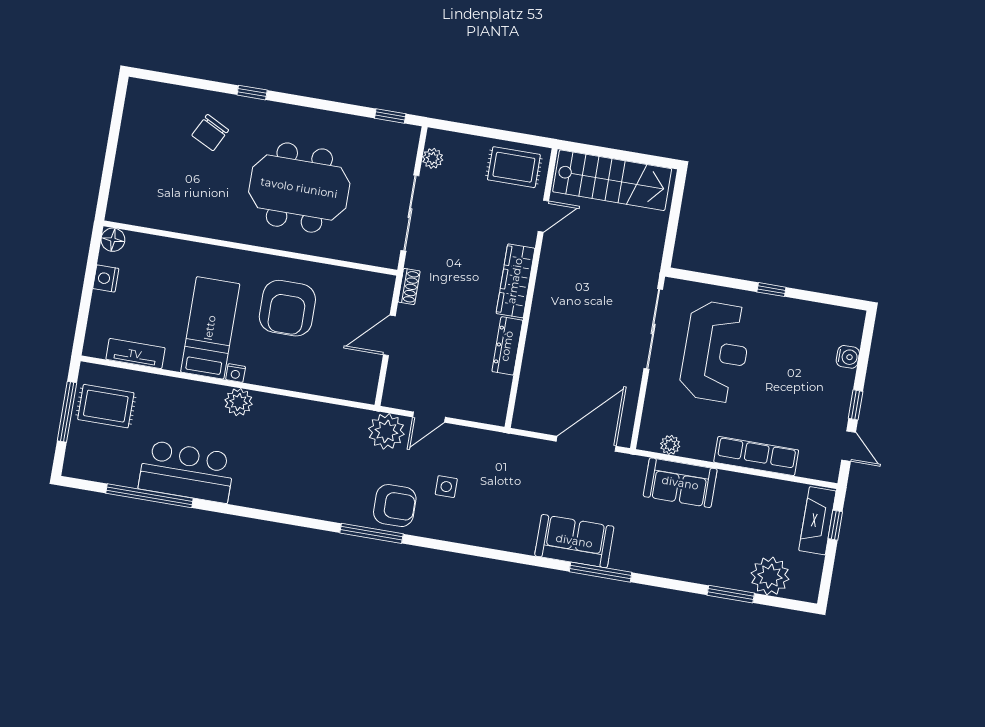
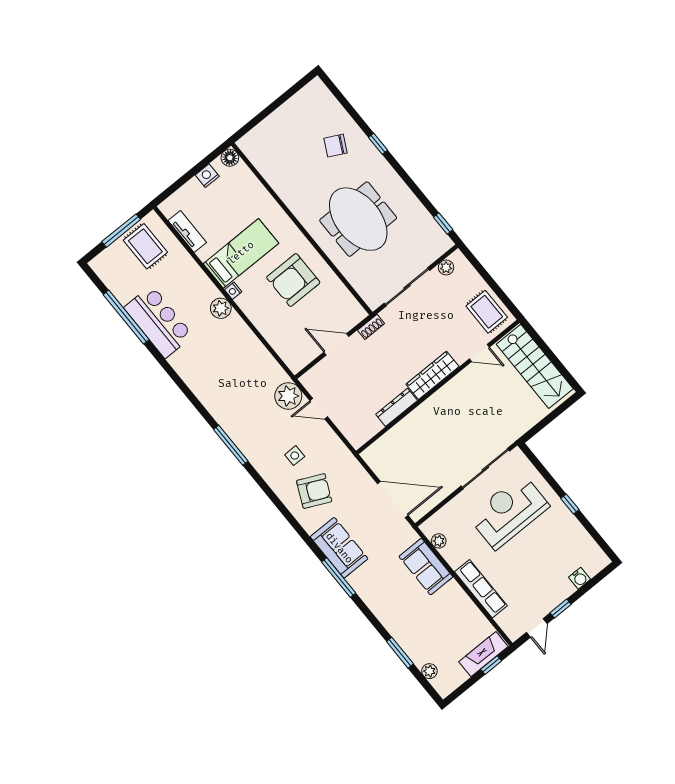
reception desk: (716, 352) -> (509, 511), turned 180
armchair: (395, 506) -> (314, 491), moved, turned -65
plant: (770, 576) -> (429, 671), width x0.53, depth x0.53

